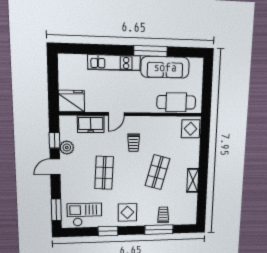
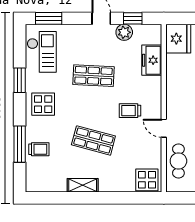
cafe table: (176, 102) -> (178, 161), width x0.73, depth x0.74
door: (116, 114) -> (164, 128), moved

